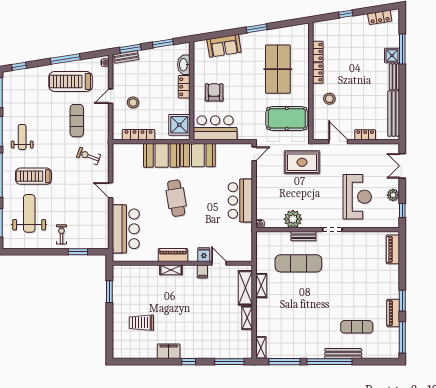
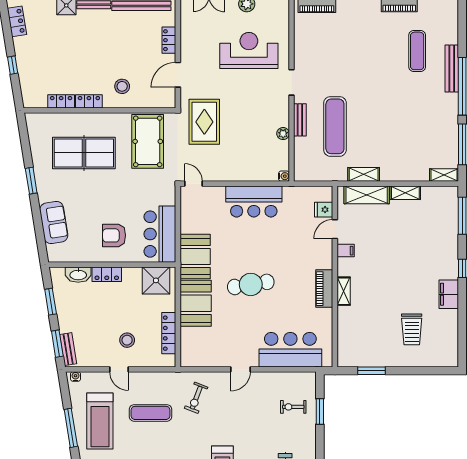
plant: (293, 219) -> (283, 134), width x0.53, depth x0.53
exercise bike: (61, 234) -> (293, 407), moved
fridge: (204, 255) -> (324, 210), moved

